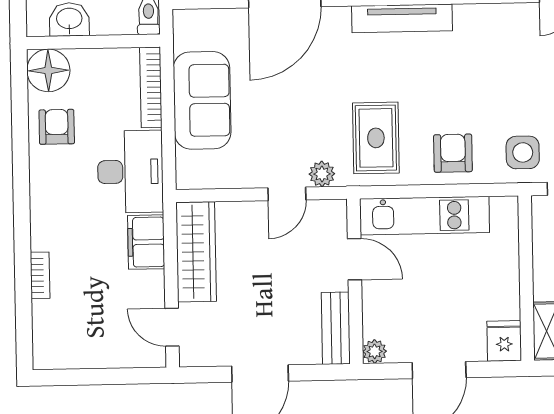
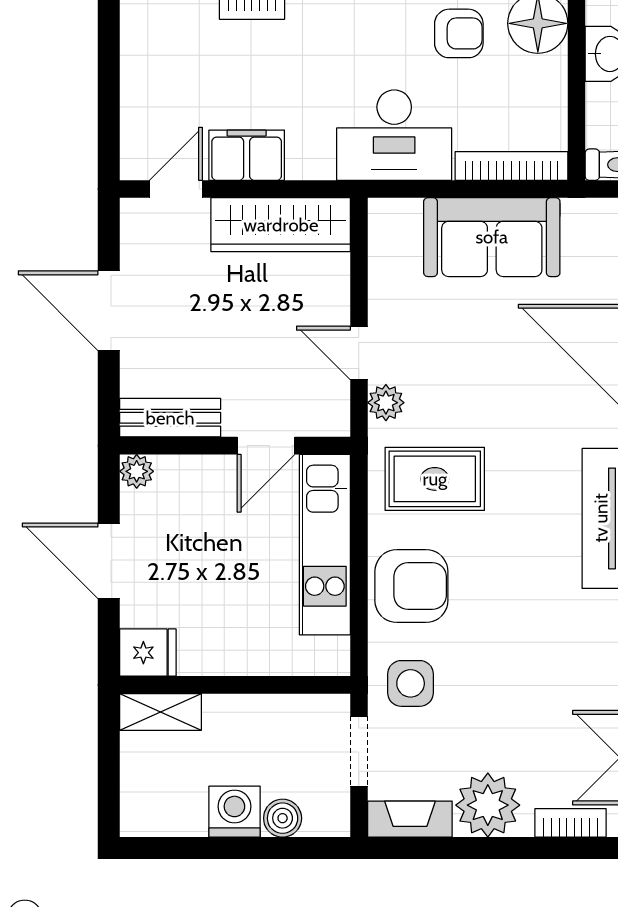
armchair: (453, 153) -> (411, 586), width x1.38, depth x1.38
filing cabinet: (146, 242) -> (247, 155), moved

